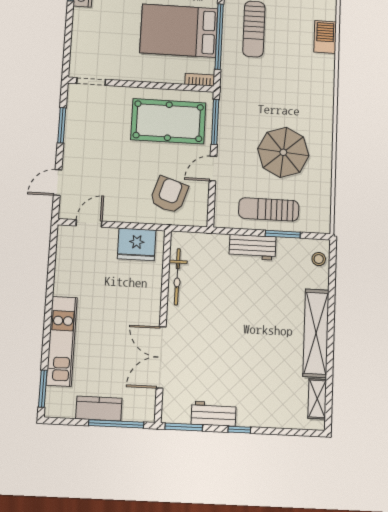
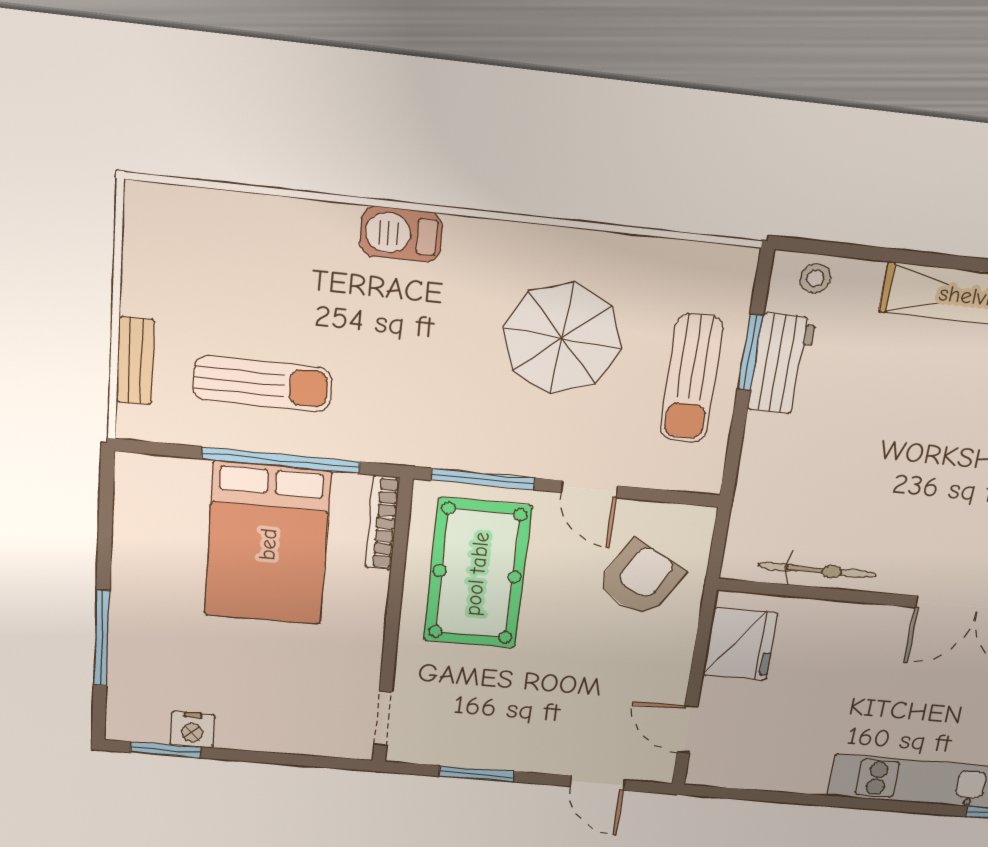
barbecue: (325, 37) -> (401, 234), moved
bookcase: (200, 80) -> (382, 523), width x1.56
armchair: (169, 195) -> (641, 579), turned 101
workbench: (252, 247) -> (782, 364), moved

